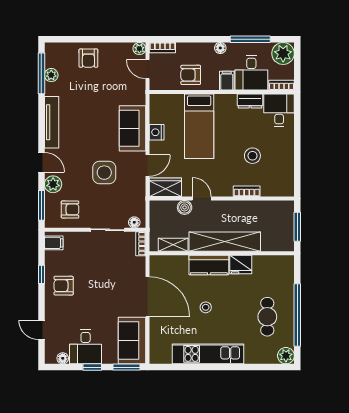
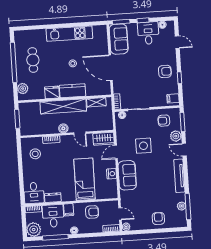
stool: (252, 156) -> (35, 154), moved
boiler: (185, 207) -> (63, 128), moved
plant: (286, 356) -> (23, 89), moved

